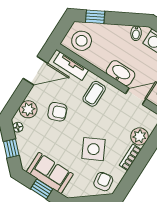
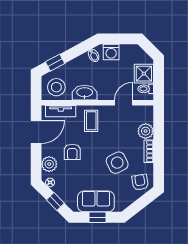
washbasin: (121, 73) -> (85, 93), moved
armchair: (57, 112) -> (72, 152), turned 111

